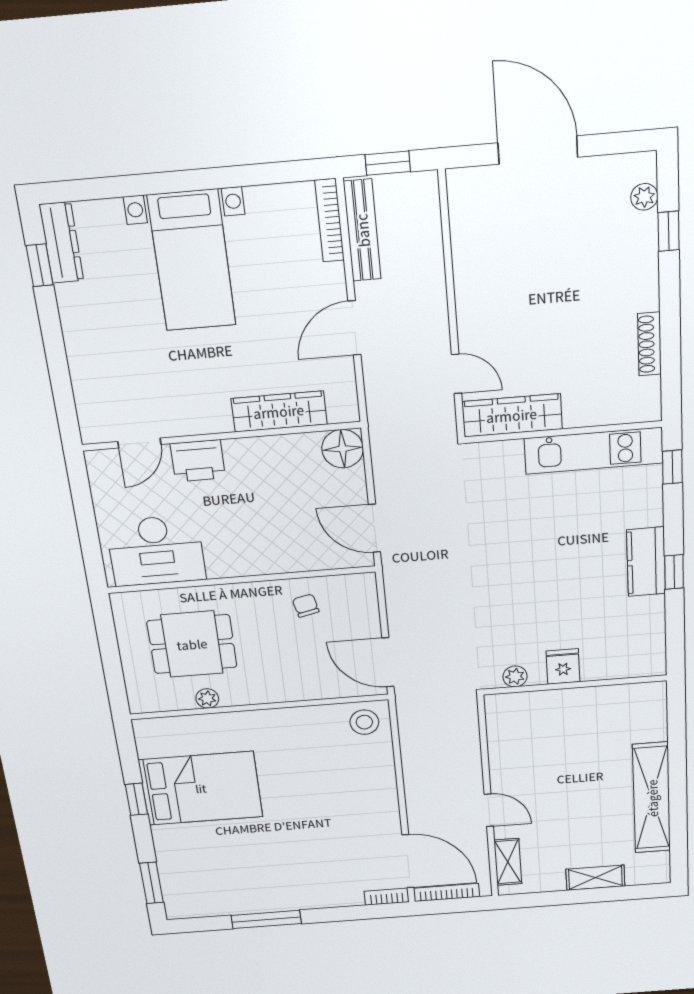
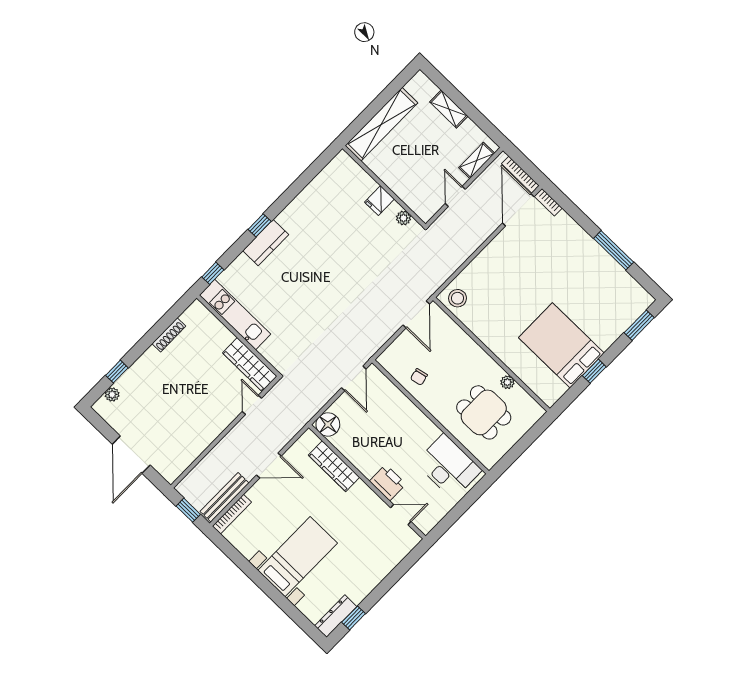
fridge: (563, 666) -> (379, 200), moved
plant: (515, 676) -> (404, 218), moved
wall: (575, 685) -> (384, 186), moved

